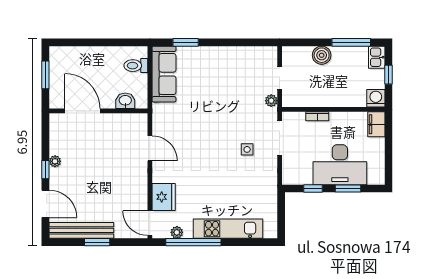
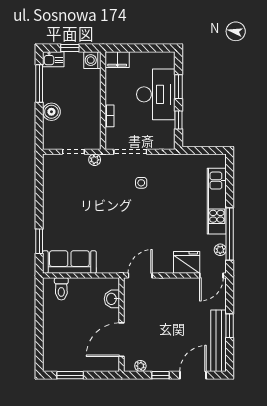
washbasin: (125, 101) -> (112, 299), moved
door: (82, 111) -> (122, 340), moved
wall: (98, 111) -> (122, 325), moved
plant: (55, 161) -> (140, 366), moved

